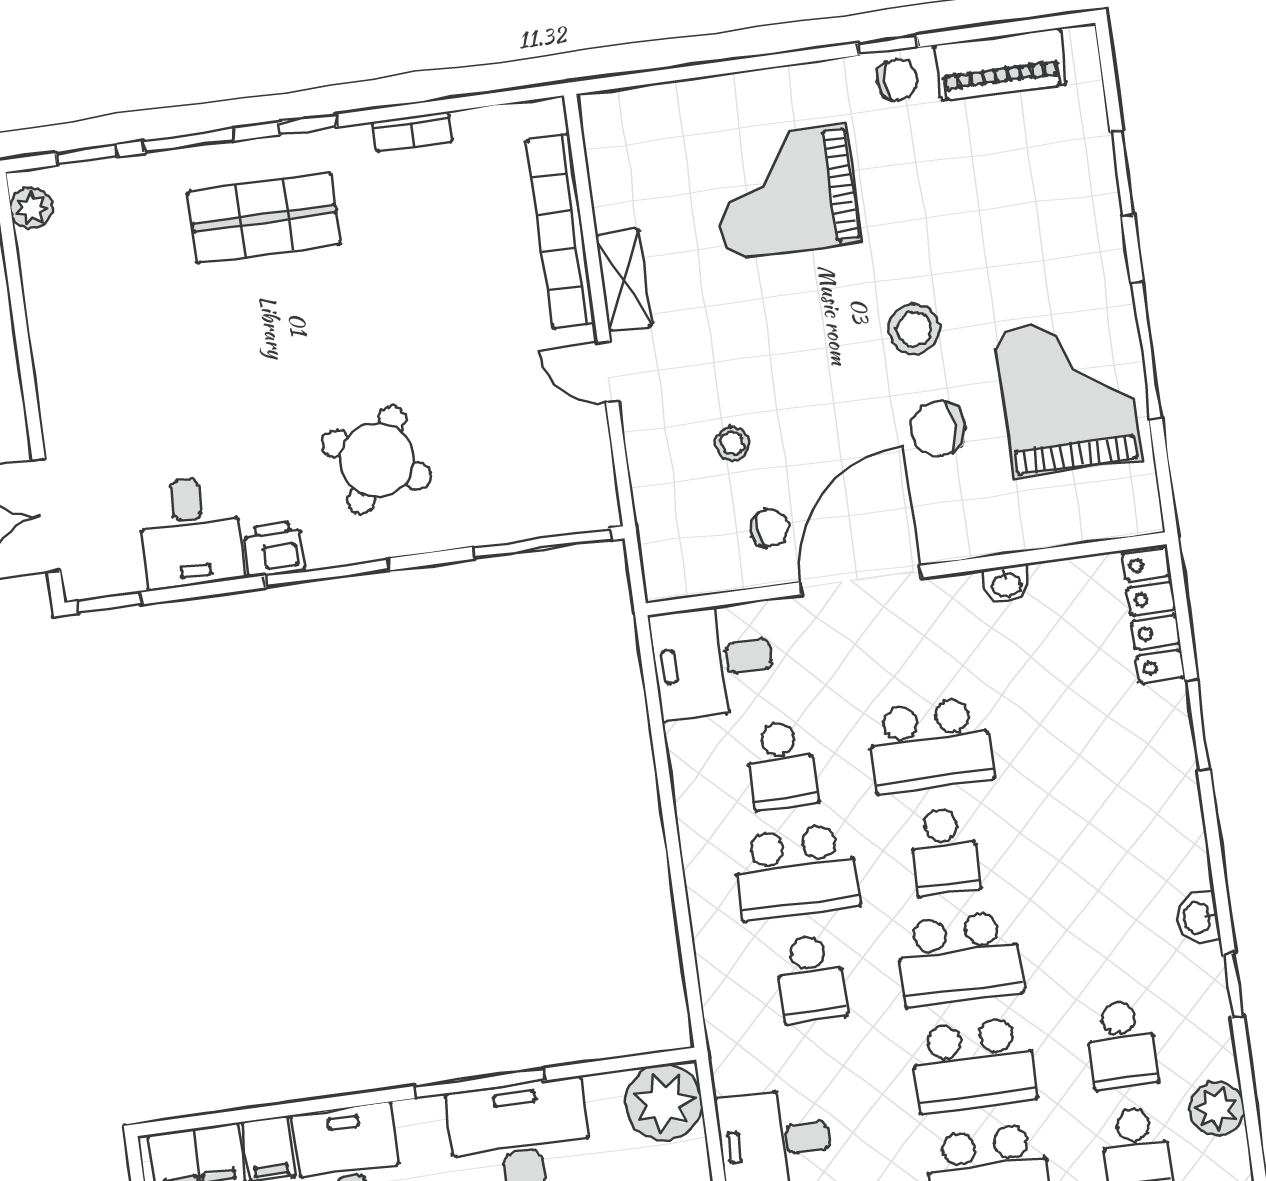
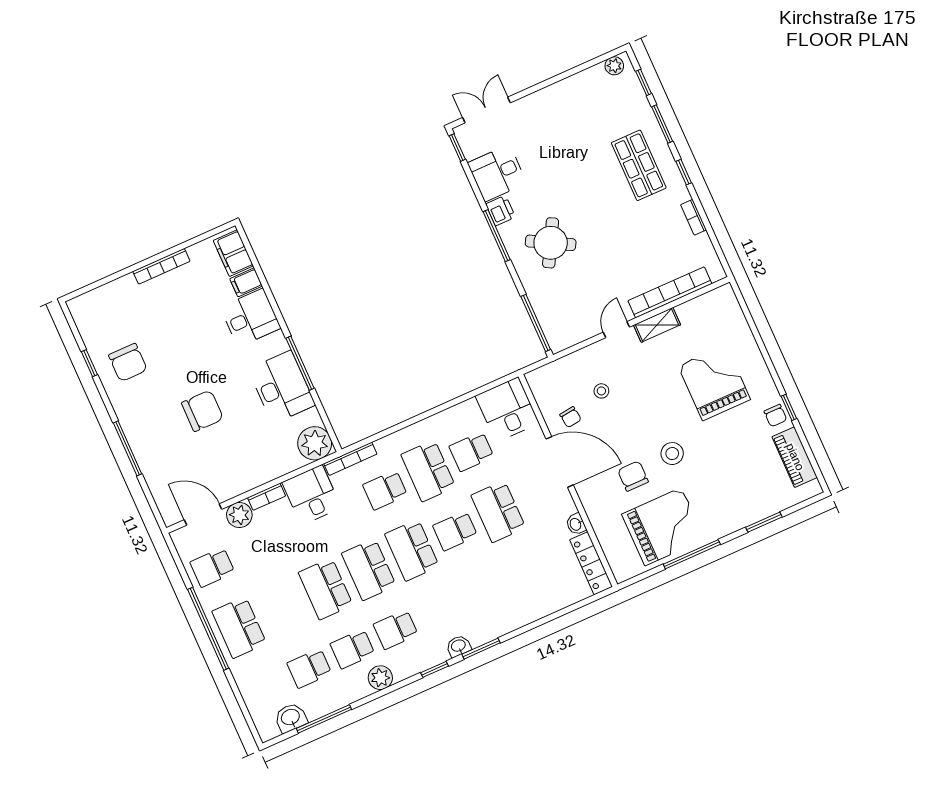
locker: (1154, 616) -> (591, 563), moved, turned -90
window: (1198, 725) -> (481, 649), moved
bookcase: (720, 1034) -> (350, 459), added

